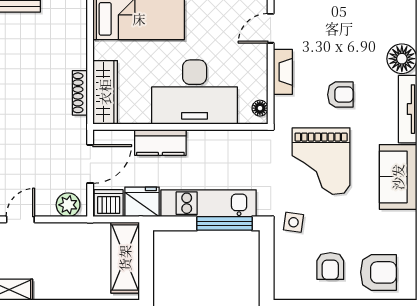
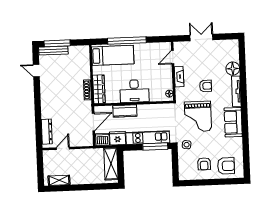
desk: (195, 92) -> (134, 91), width x0.73, depth x0.77
plant: (68, 205) -> (84, 141), removed

